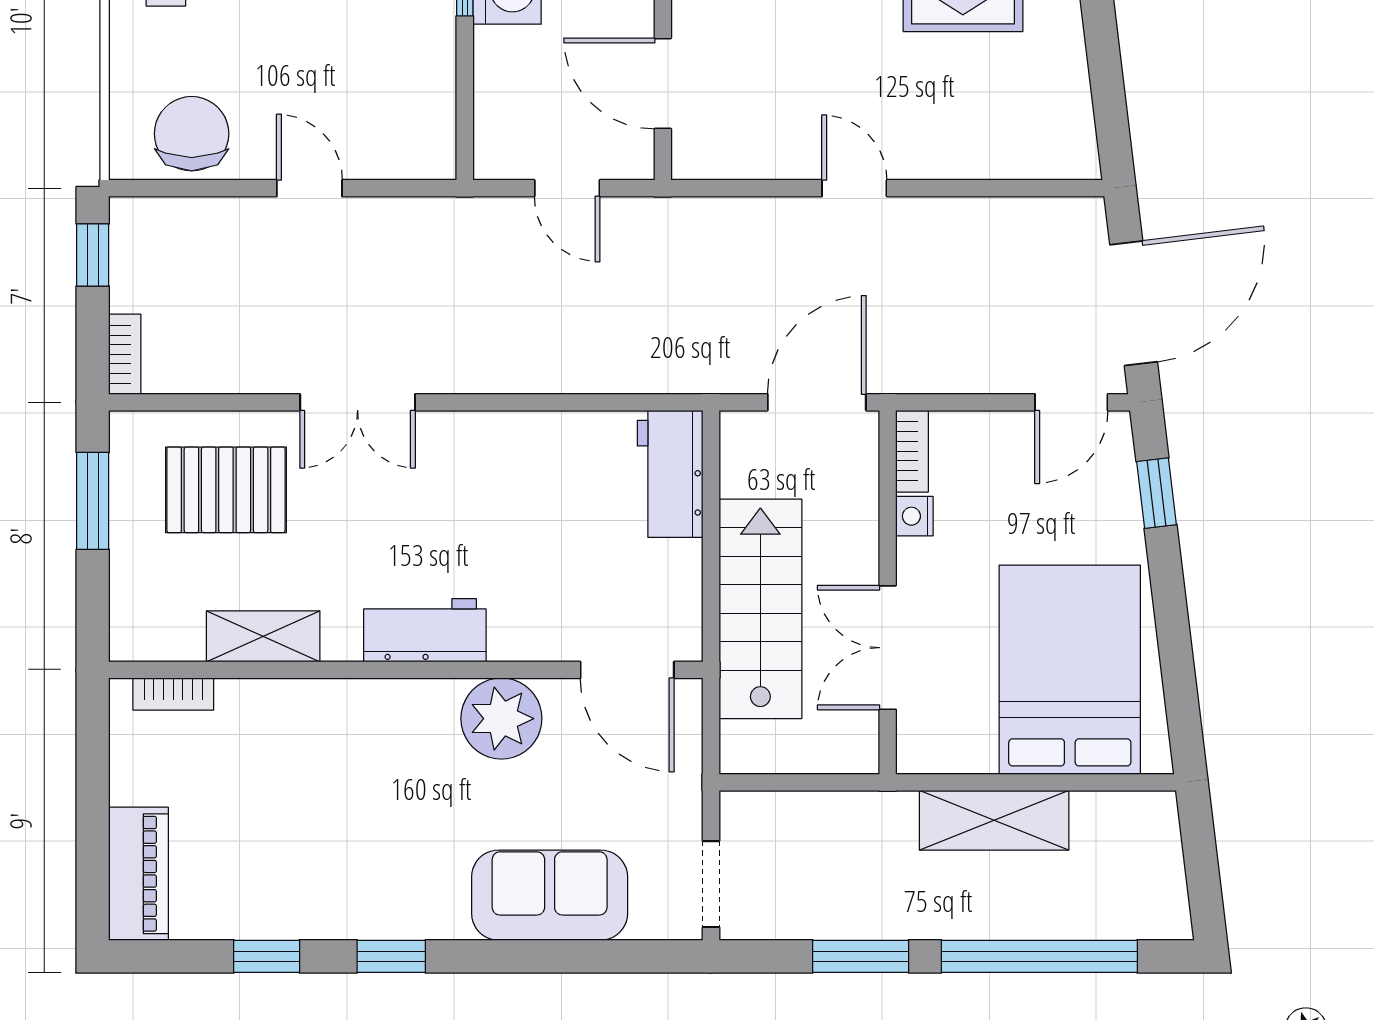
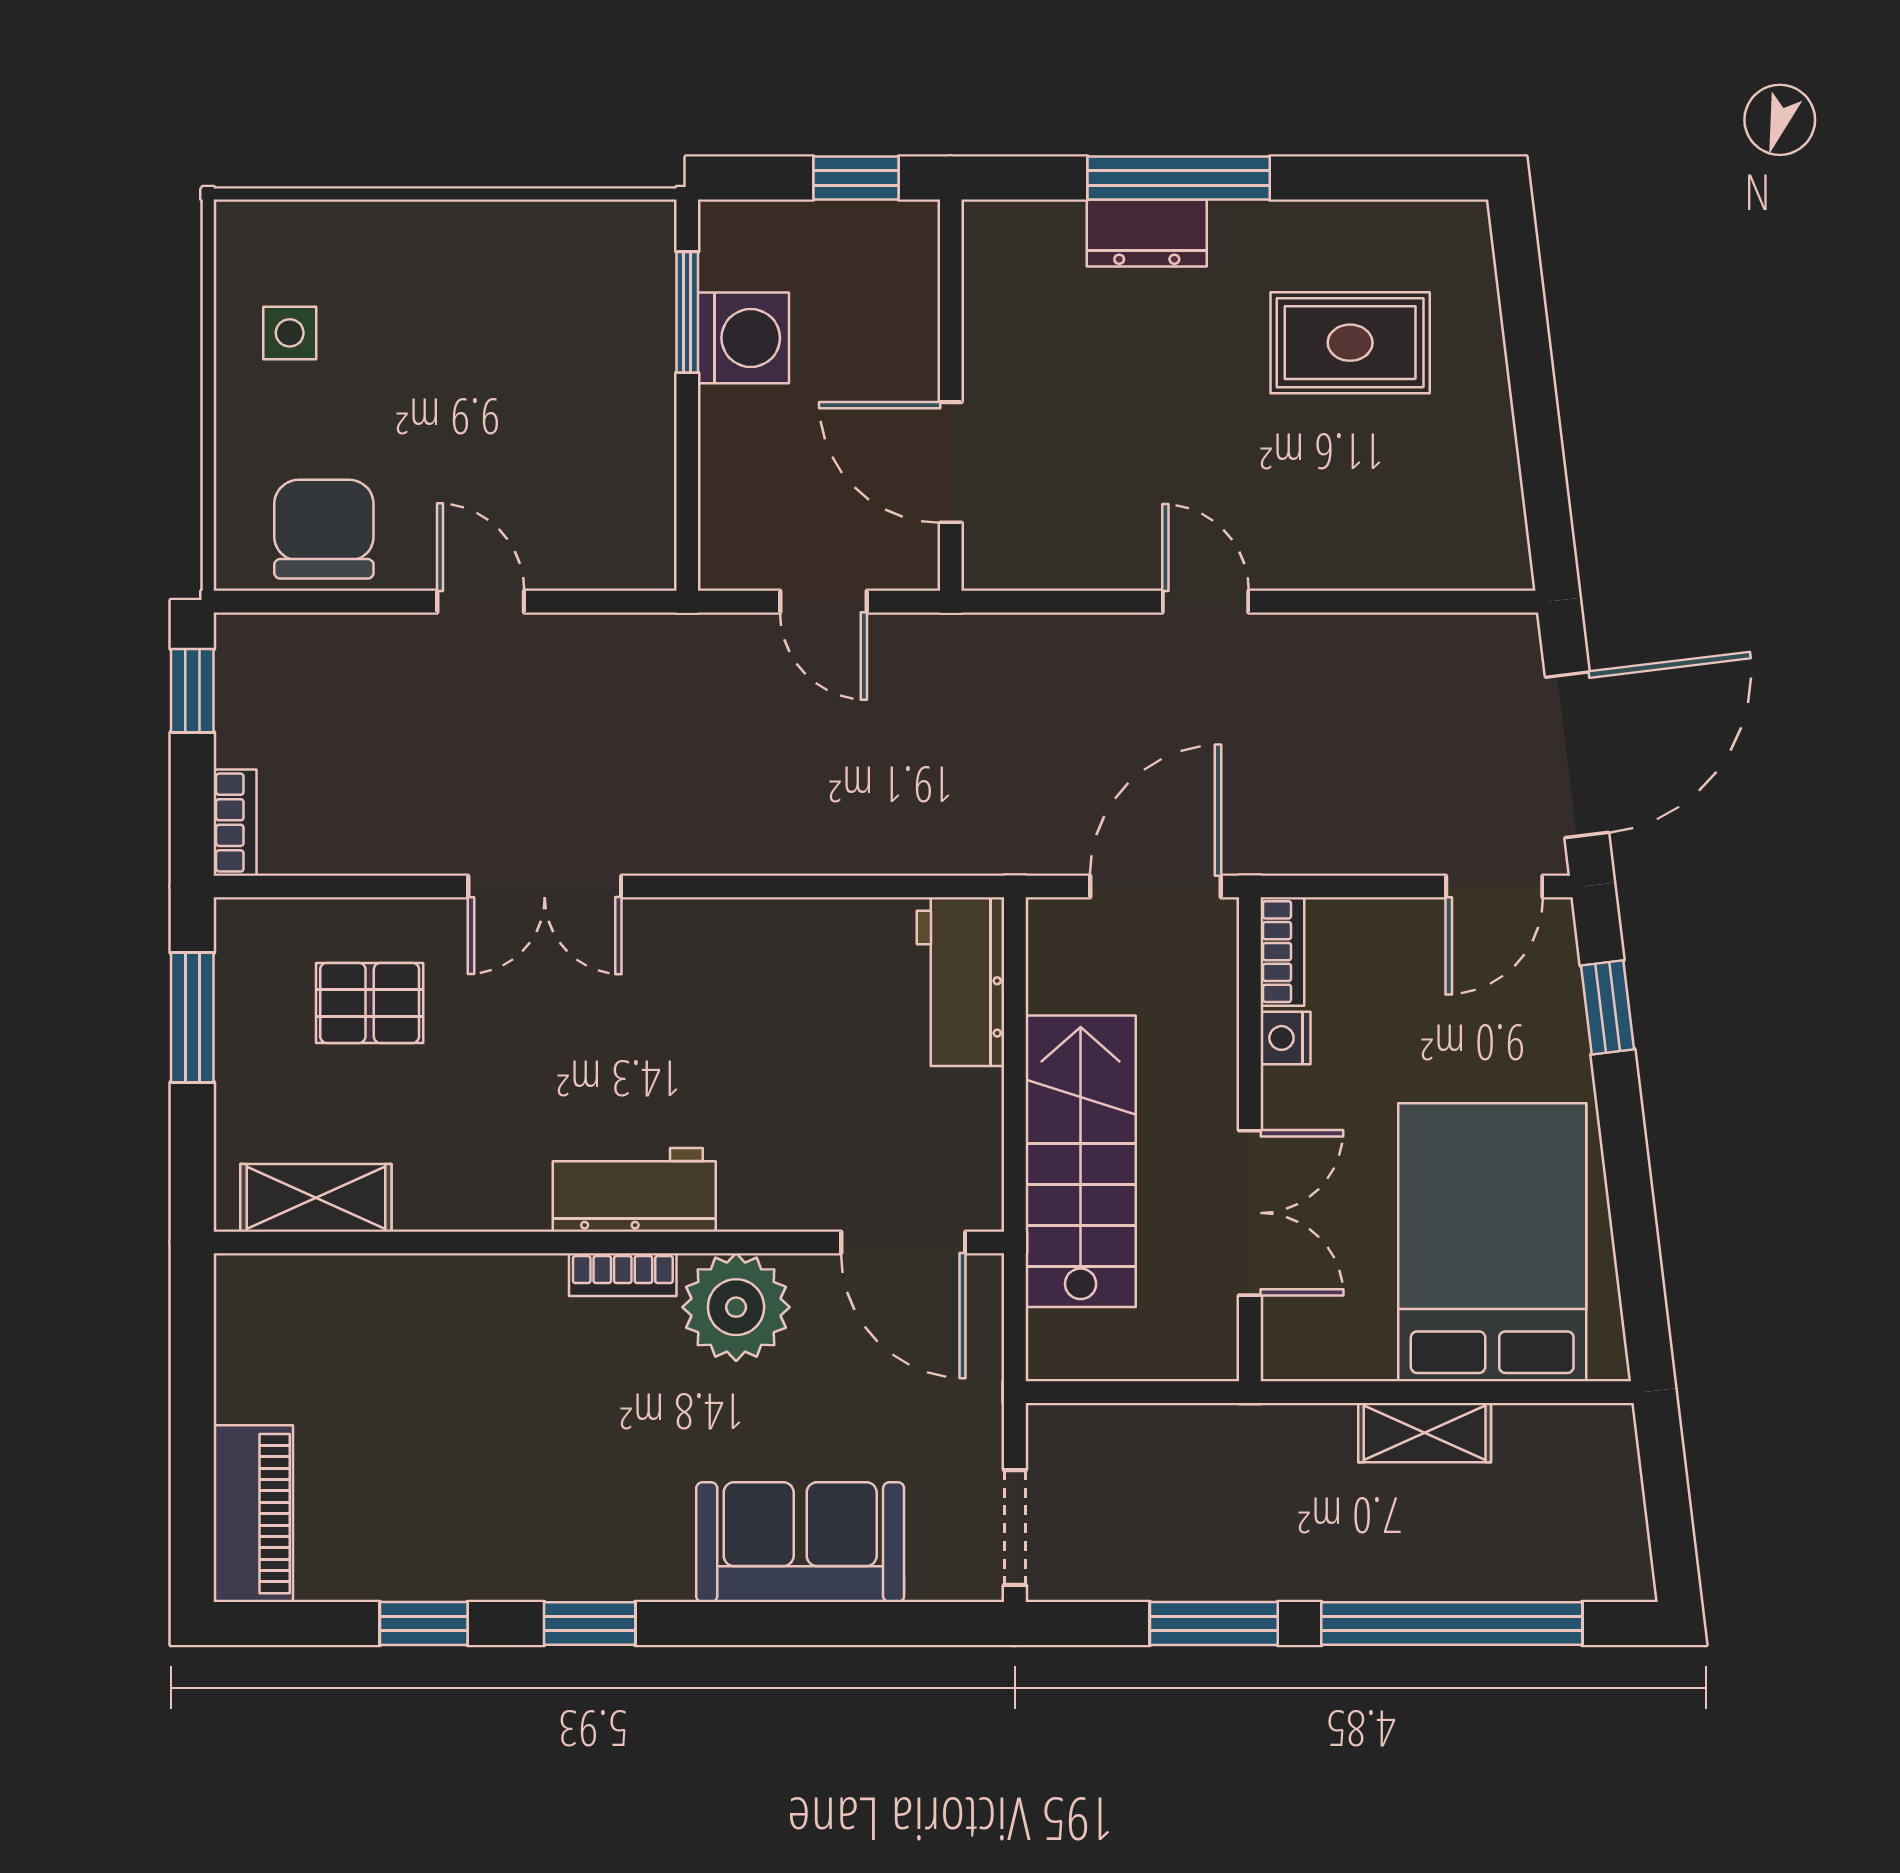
pallet: (226, 490) -> (370, 1003), width x0.67, depth x0.71
shelving: (263, 636) -> (316, 1198), moved
double door: (888, 648) -> (1250, 1213), swing flipped
bookcase: (173, 694) -> (623, 1275), moved
shelving: (994, 820) -> (1425, 1433), width x0.67, depth x0.75

